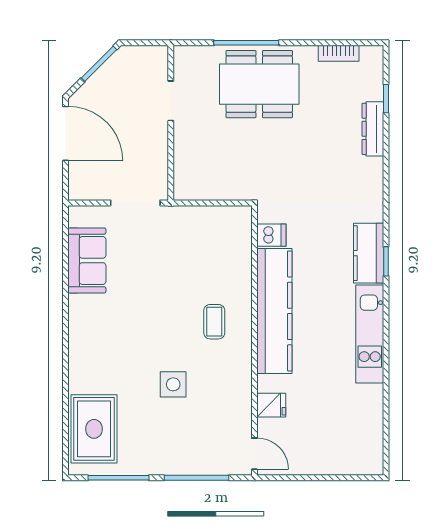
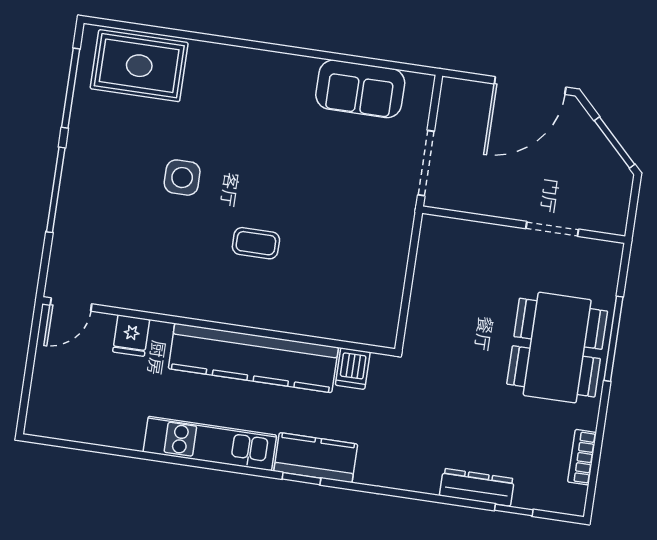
dishwasher: (271, 235) -> (353, 369), moved
kitchen counter: (274, 311) -> (253, 358), moved
wall: (254, 340) -> (219, 326), moved
fridge: (271, 405) -> (131, 336), moved
door: (254, 454) -> (71, 304), moved

